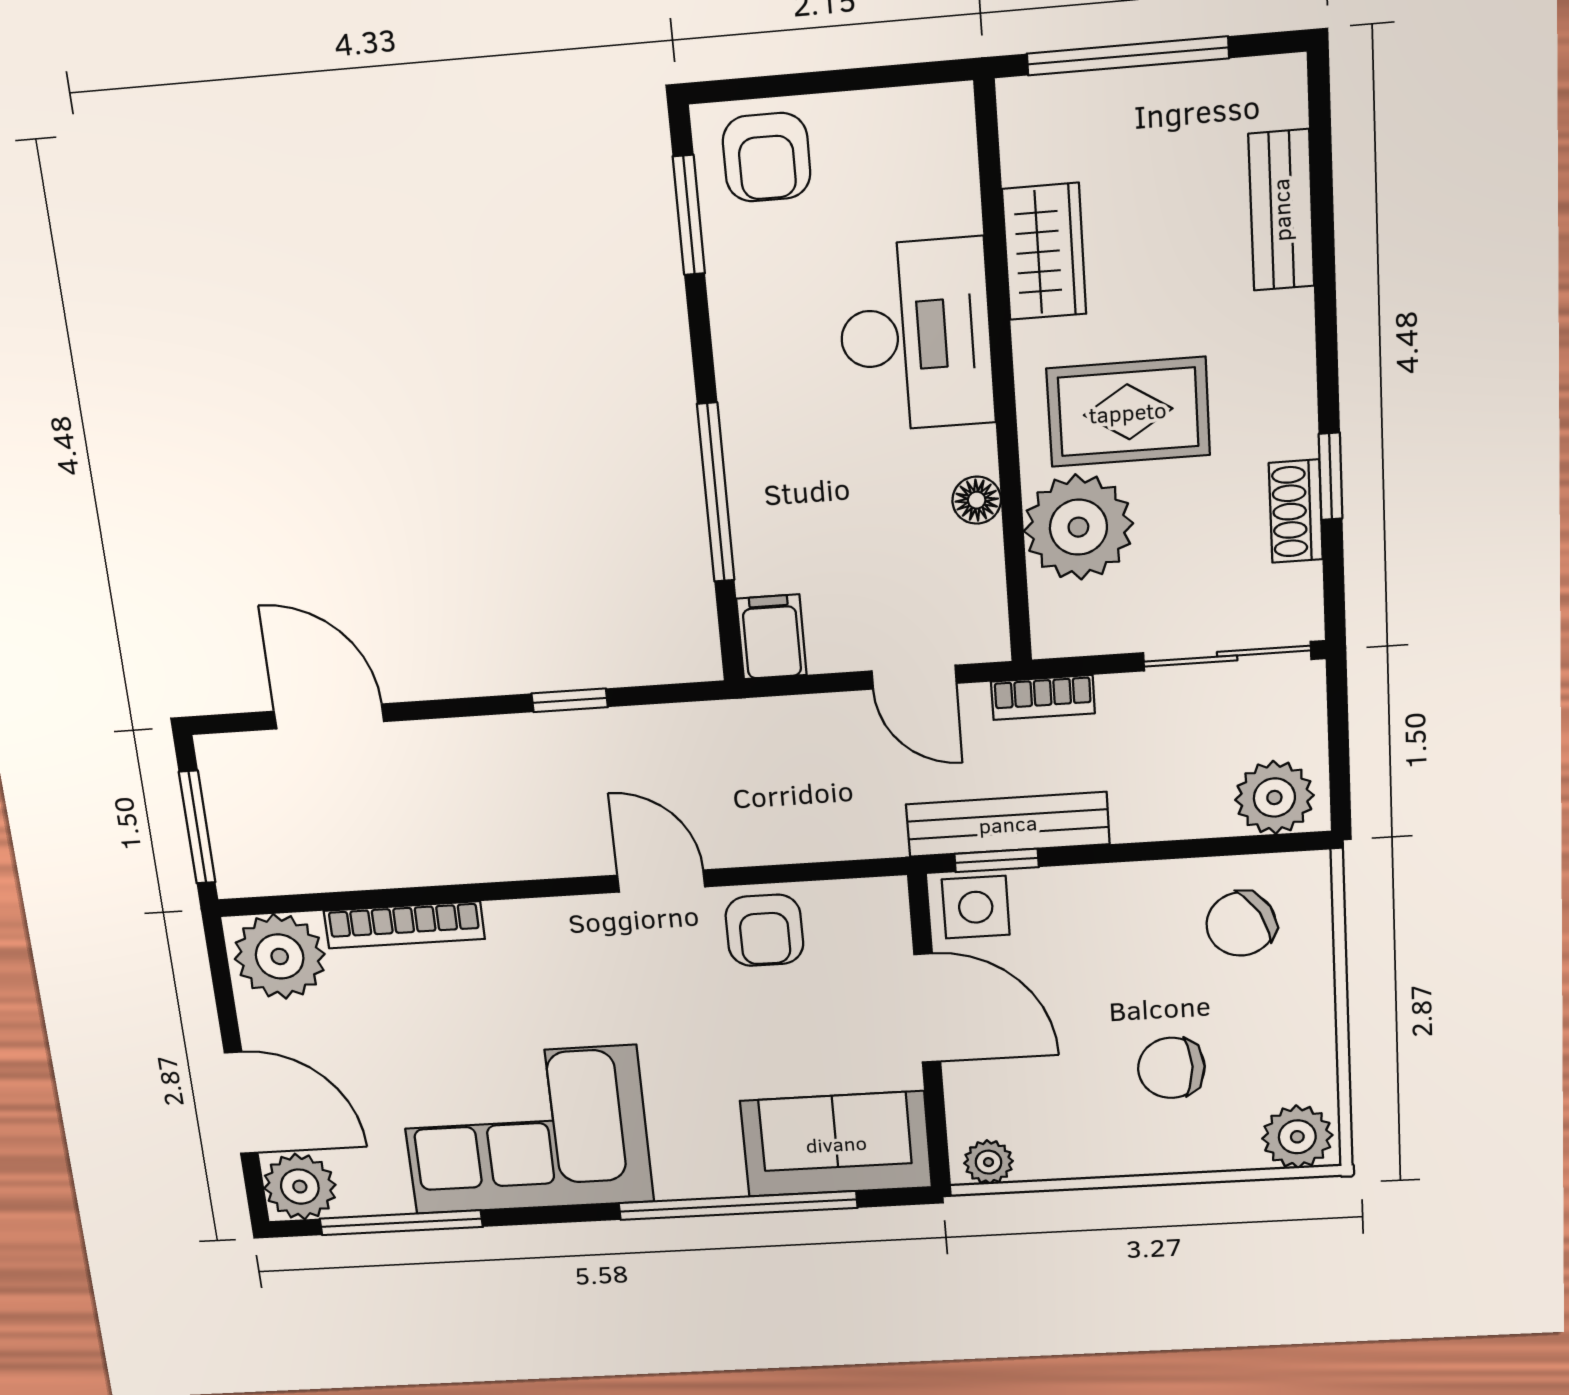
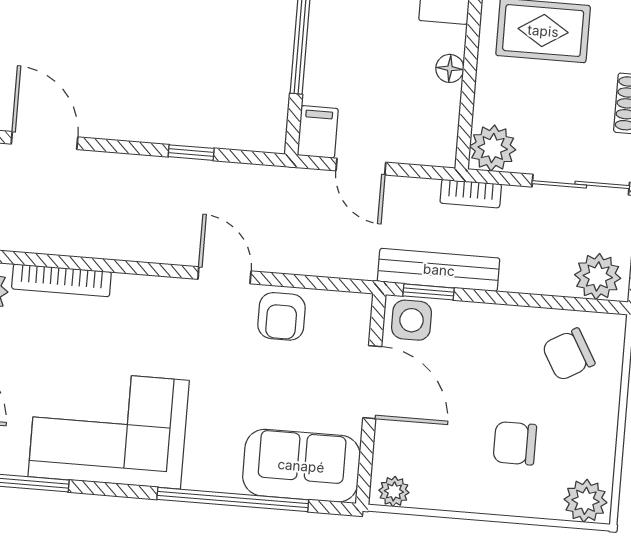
plant: (1078, 527) -> (493, 148), moved, width x0.73, depth x0.73
door: (914, 677) -> (361, 167), moved

